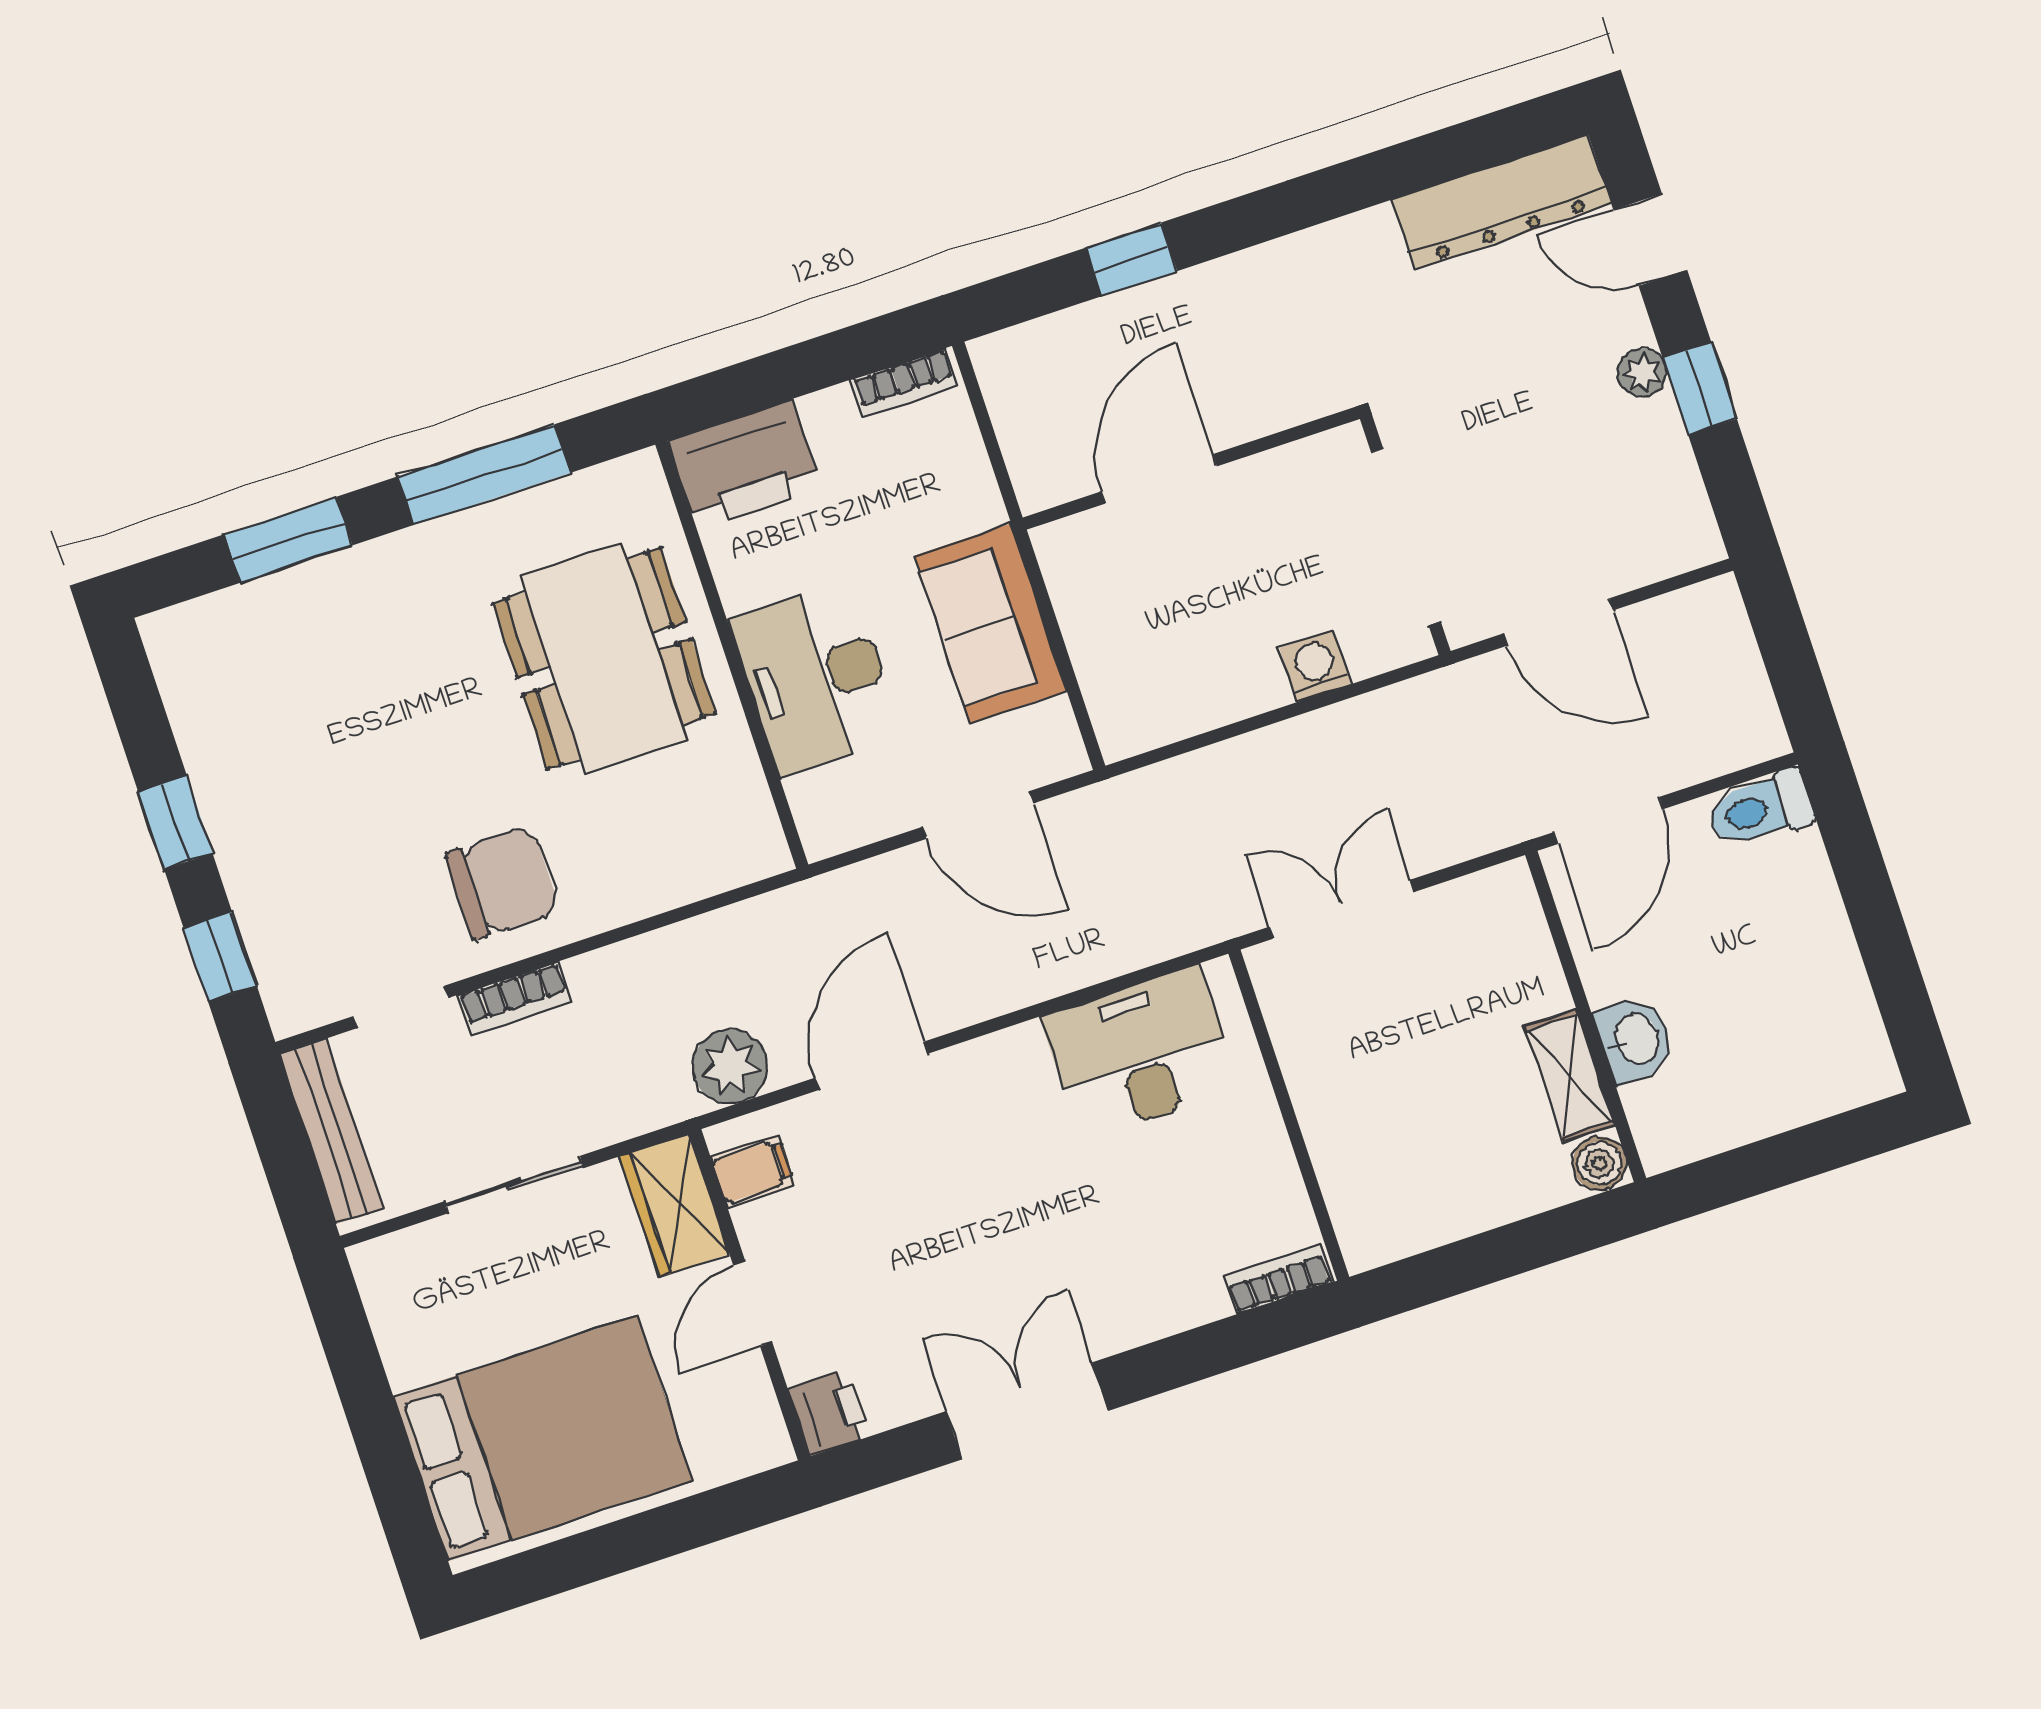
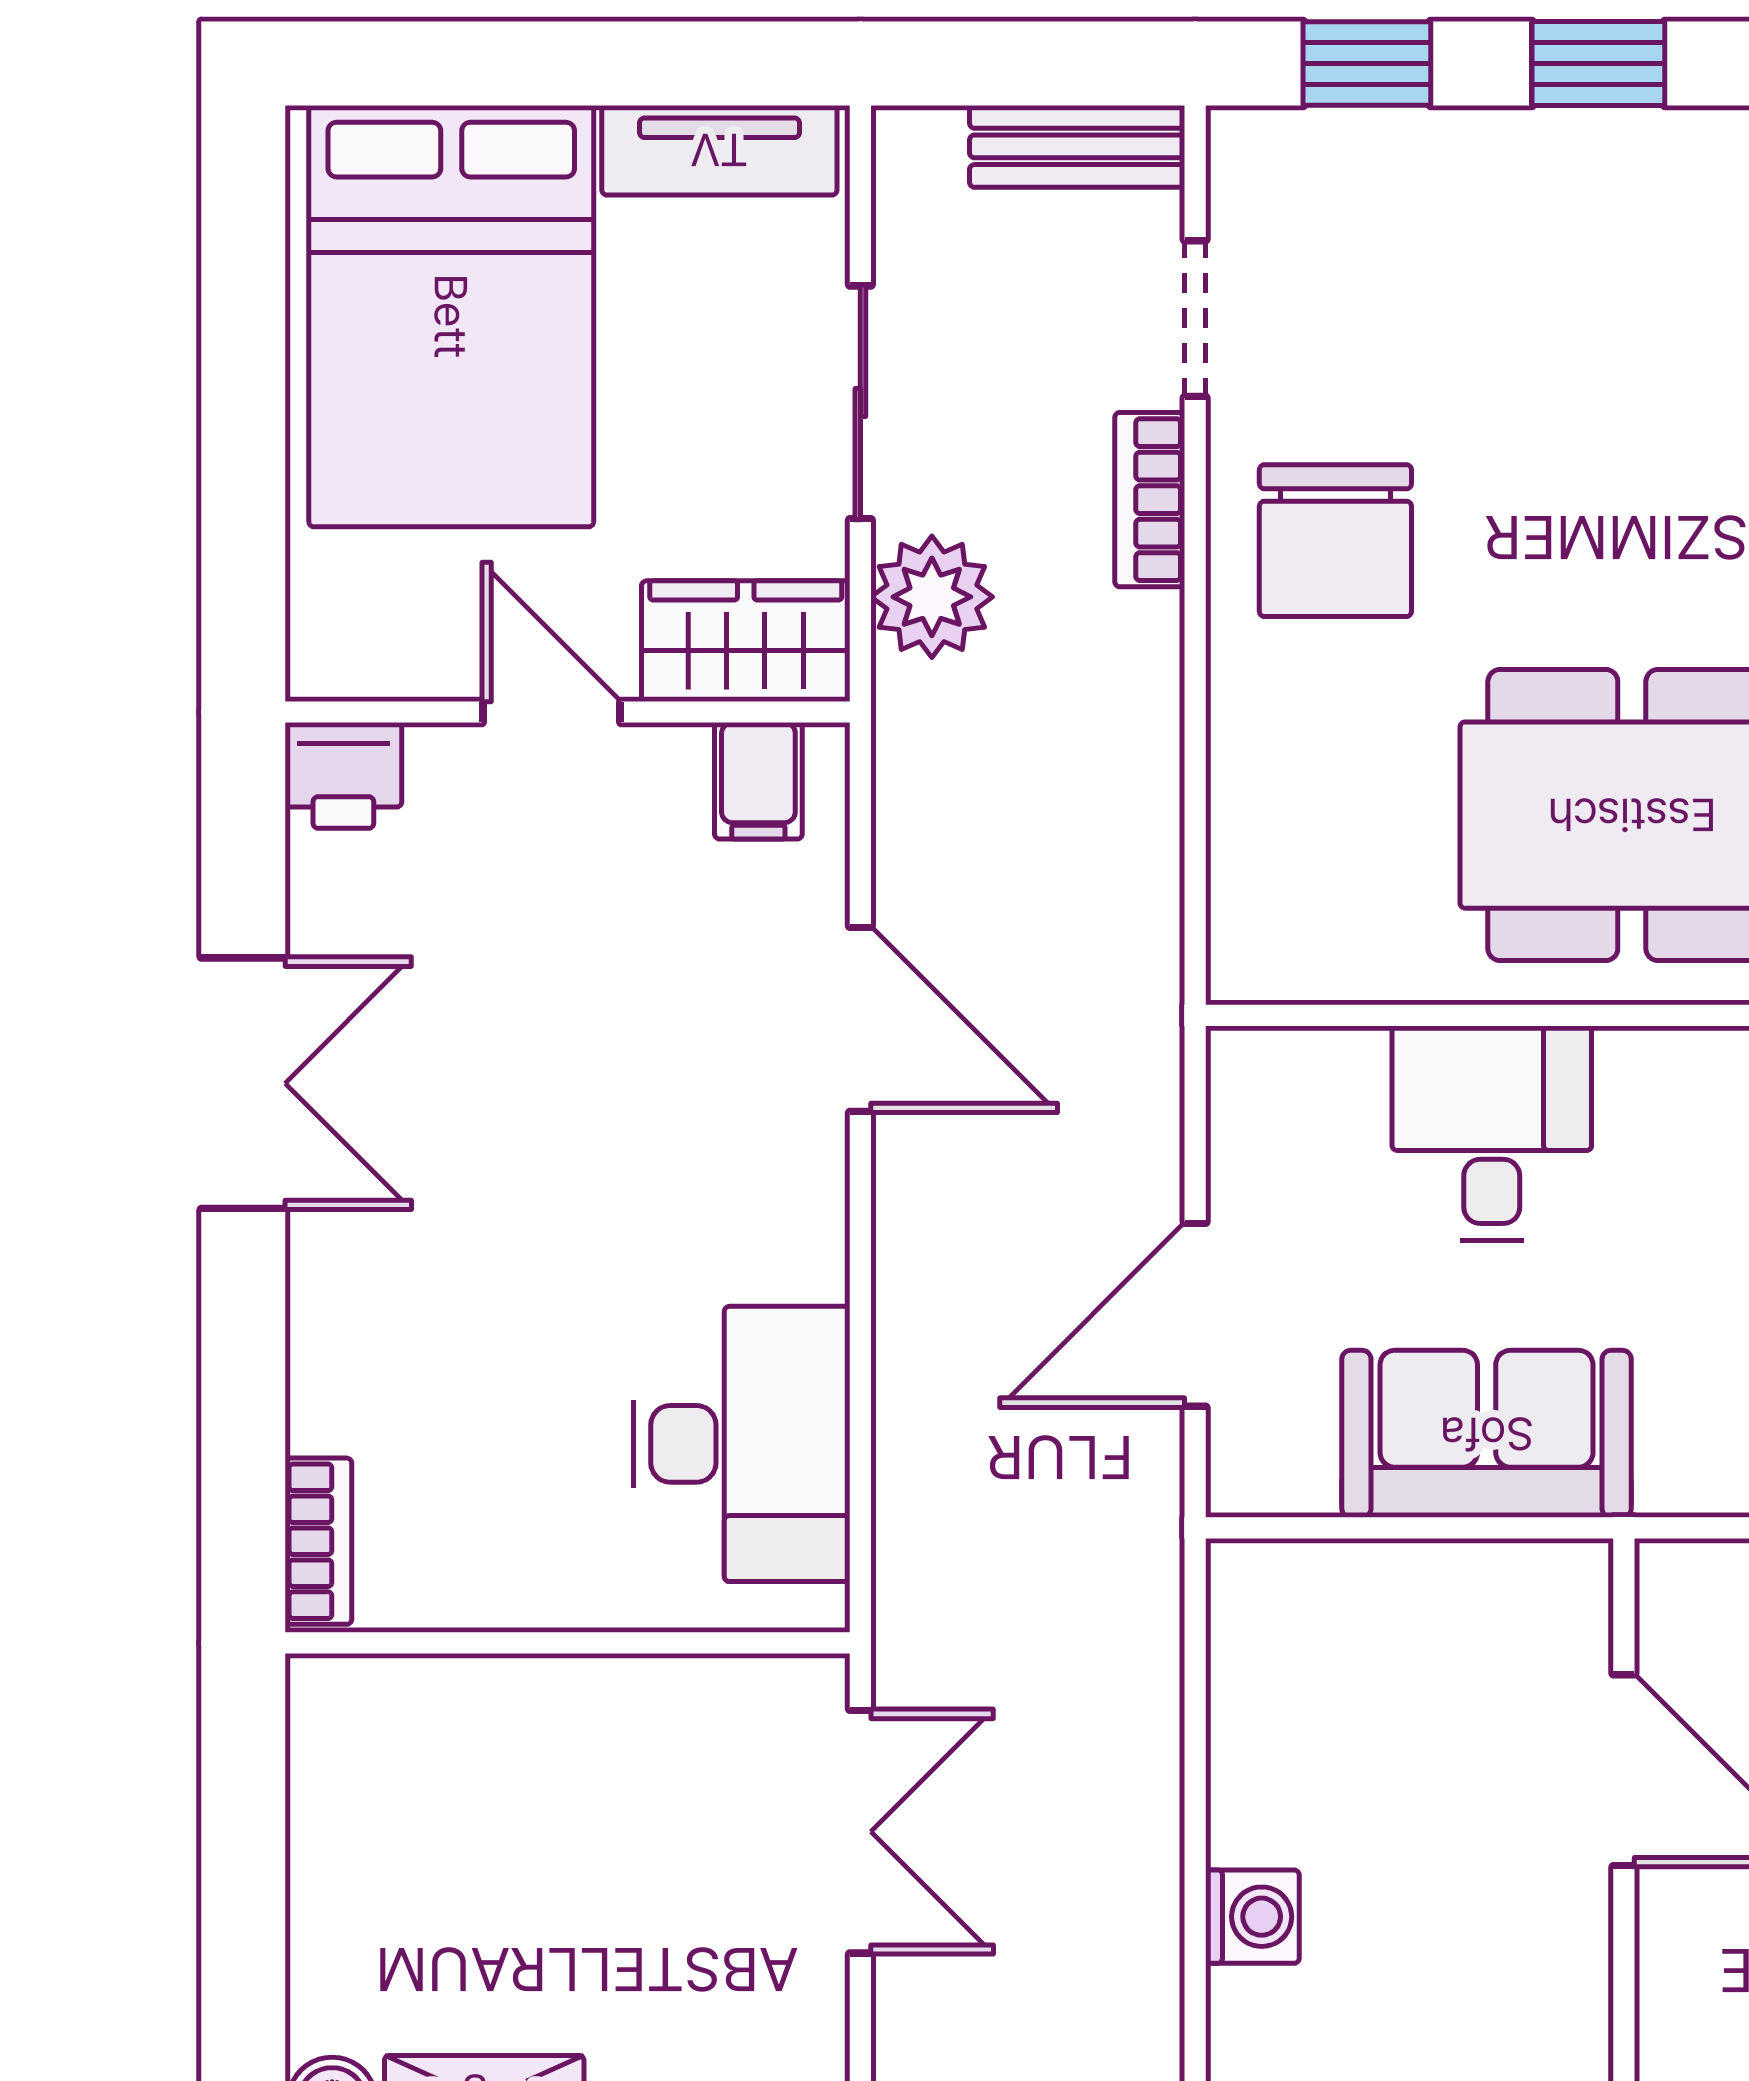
desk: (816, 678) -> (1492, 1133), width x0.73
plant: (730, 1067) -> (932, 597), moved
bench: (331, 1131) -> (1077, 146), width x0.73
tv unit: (395, 1315) -> (719, 150), added

